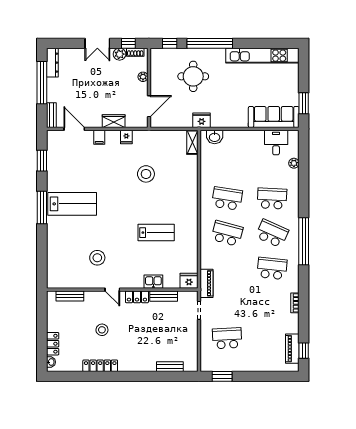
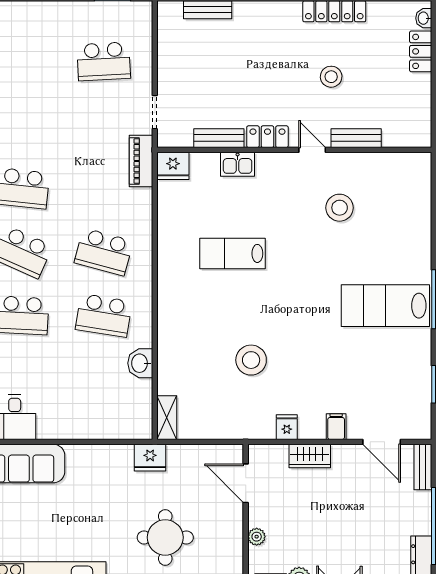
door: (149, 106) -> (246, 483), hinge flipped
washbasin: (215, 137) -> (140, 363), moved, turned -90
bench: (70, 296) -> (356, 138), moved

